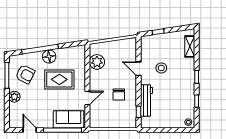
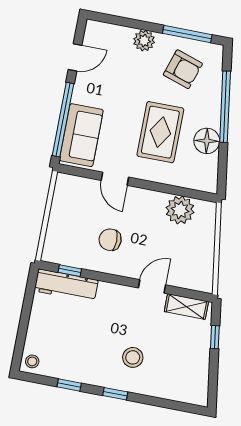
shelving: (190, 46) -> (186, 307), moved
floor lamp: (49, 57) -> (207, 141), moved
stool: (161, 68) -> (133, 357), moved
armchair: (25, 74) -> (183, 69), turned -99
workbench: (146, 101) -> (66, 286), moved

